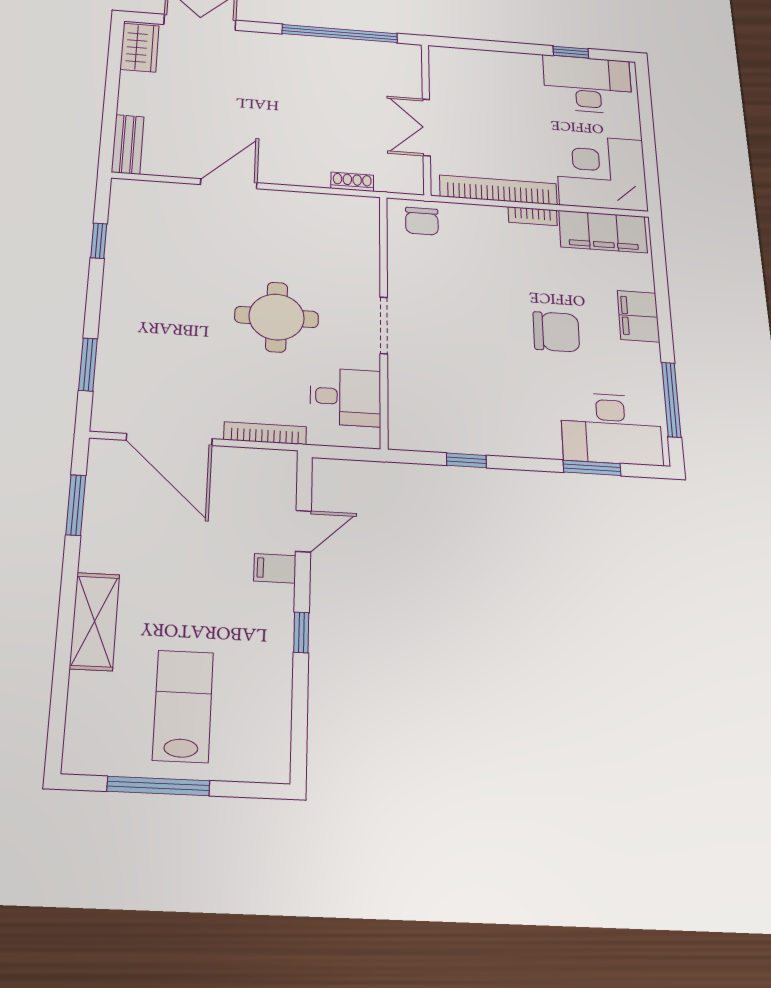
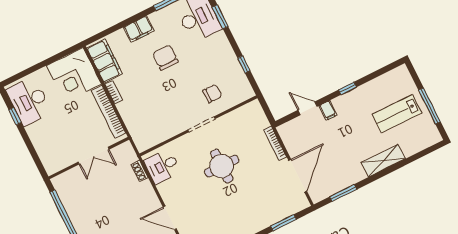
chair: (422, 221) -> (212, 93), moved
desk: (345, 397) -> (162, 166), moved, turned -90

